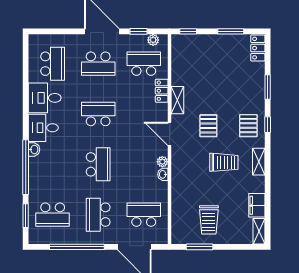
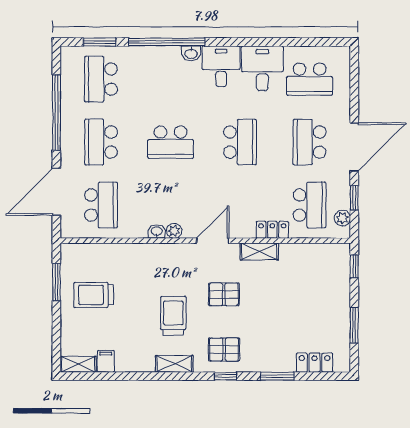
locker: (258, 48) -> (315, 363), moved
trolley: (224, 162) -> (173, 316), turned 180
filing cabinet: (257, 205) -> (106, 361), width x0.50
school desk: (98, 215) -> (101, 142), turned -90

